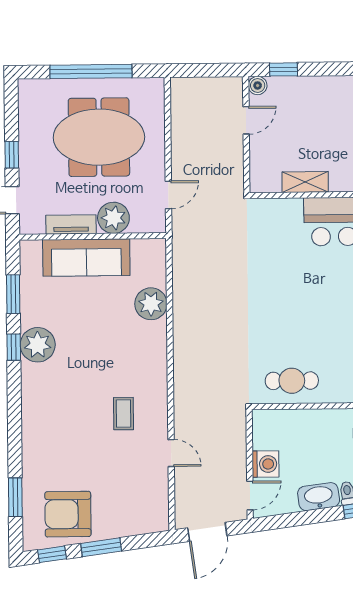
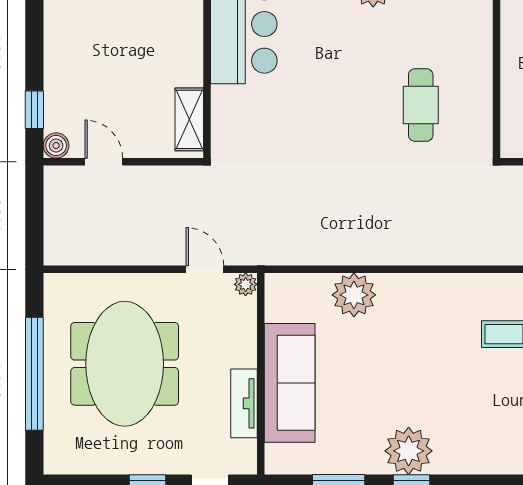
shelving: (305, 182) -> (189, 119), moved
plant: (113, 218) -> (246, 284), moved, width x0.53, depth x0.53
cafe table: (292, 381) -> (421, 105), moved

